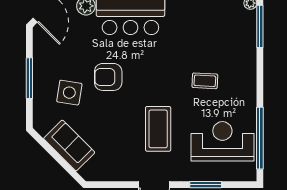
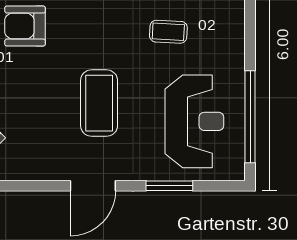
reception desk: (222, 141) -> (194, 121), turned 90

